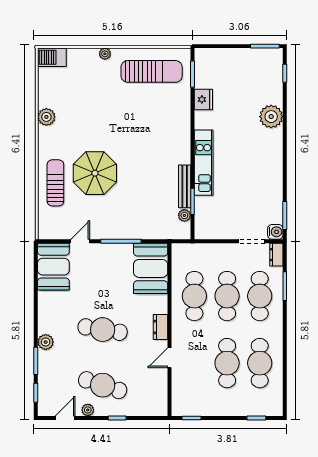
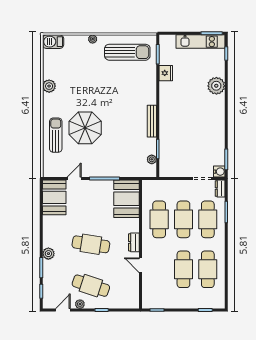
kitchen unit: (204, 163) -> (201, 42), moved, turned 90
bench: (185, 186) -> (152, 121), moved
door: (169, 358) -> (141, 265), hinge flipped

